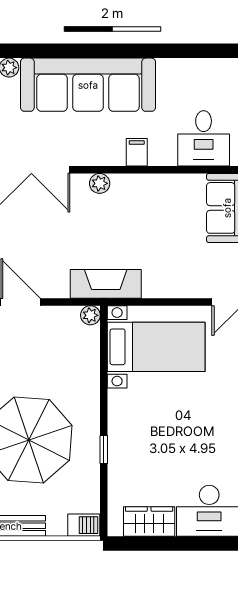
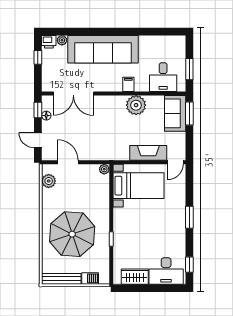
plant: (100, 183) -> (136, 105), moved, width x1.87, depth x1.87
fireplace: (106, 284) -> (148, 153), moved
barbecue: (84, 525) -> (90, 278), moved

